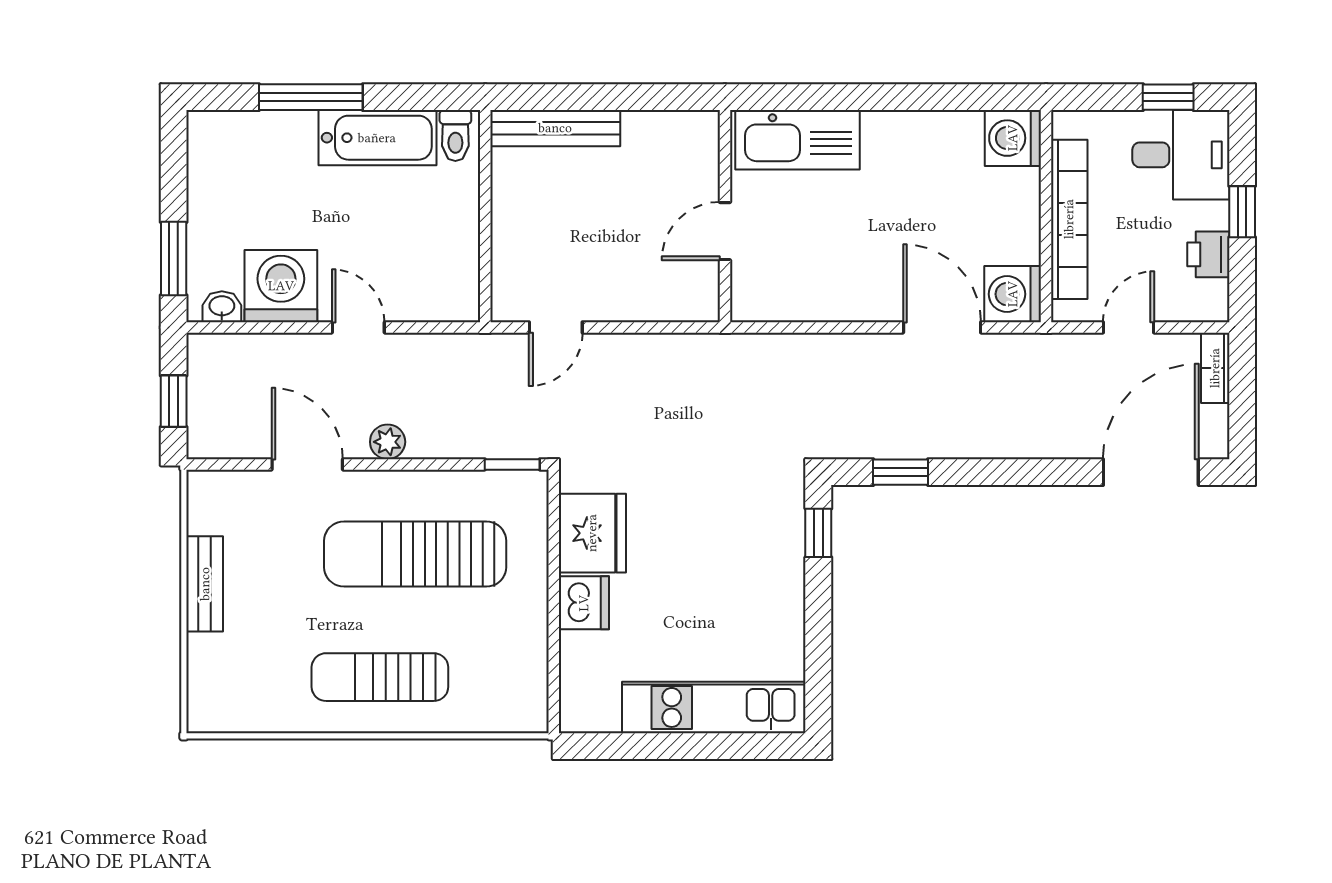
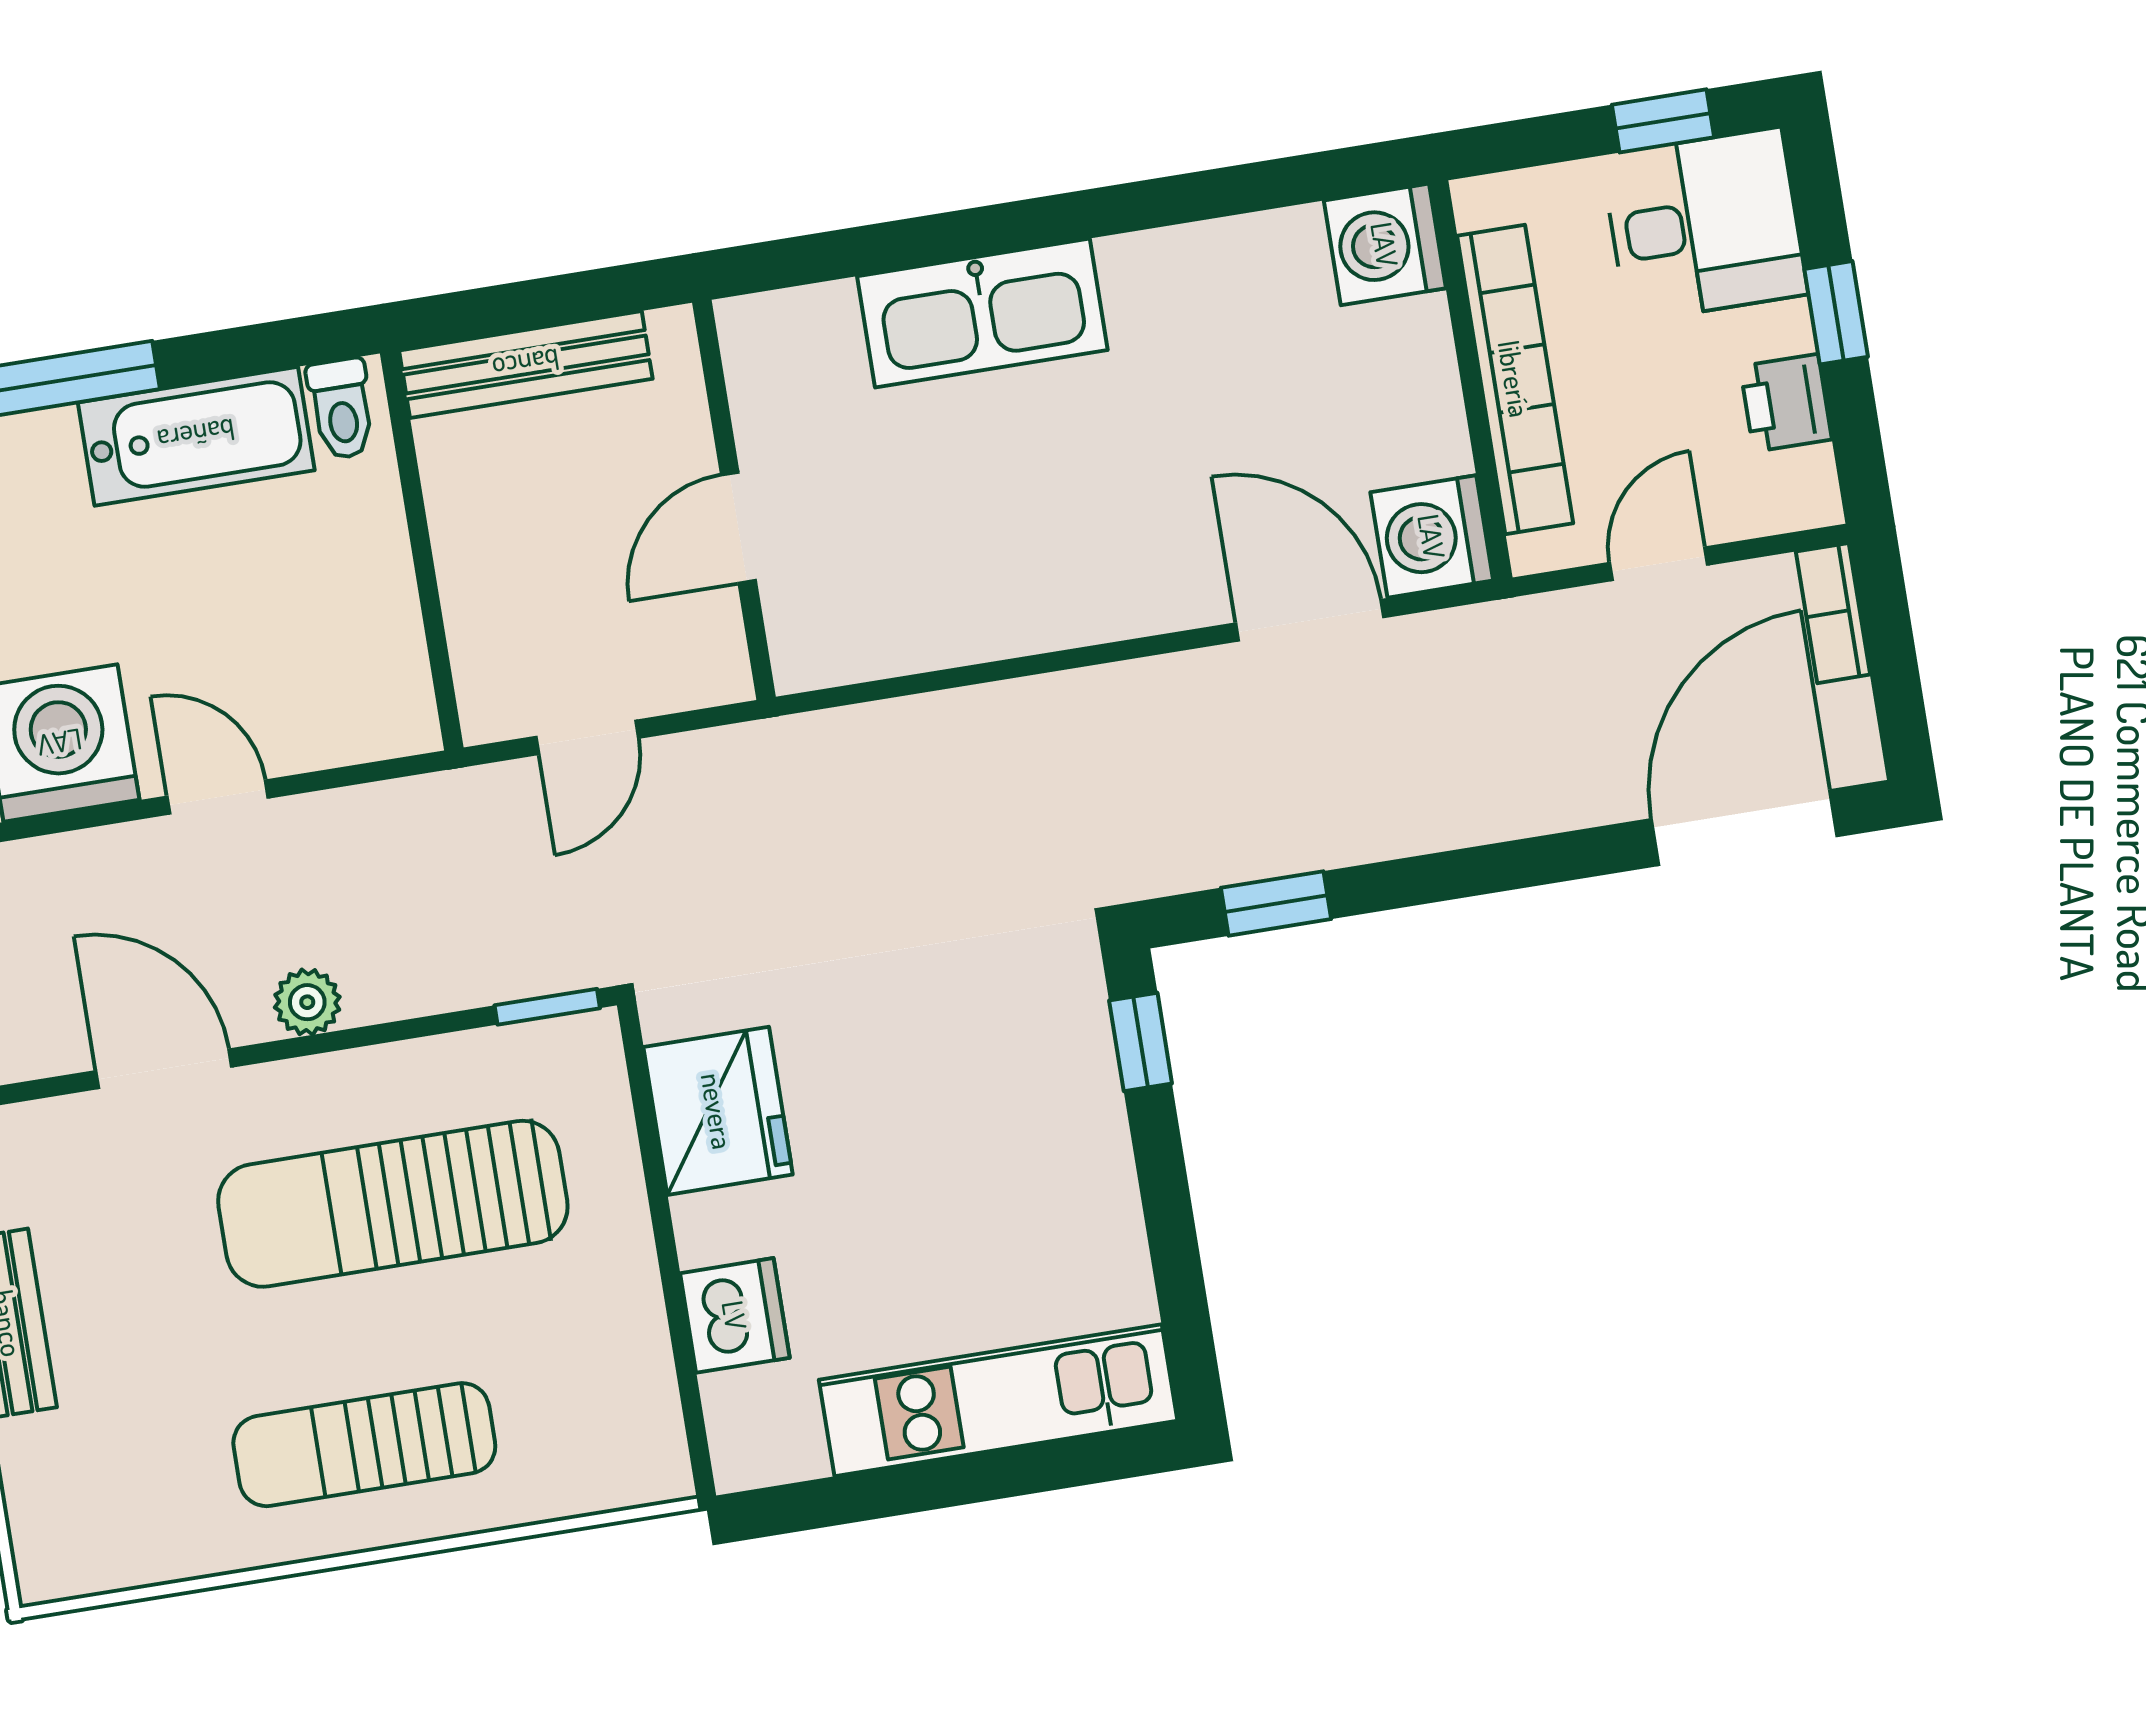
wall: (725, 216) -> (734, 500), moved
door: (725, 231) -> (738, 528), moved
dishwasher: (584, 603) -> (735, 1315), moved

